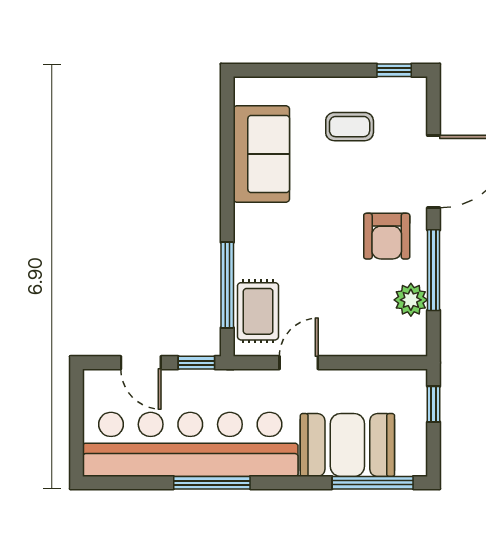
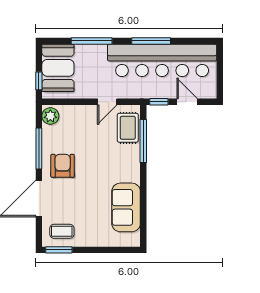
window: (394, 70) -> (59, 250), width x1.50
coffee table: (350, 127) -> (62, 231), moved
plant: (411, 300) -> (50, 116), moved
booth: (347, 445) -> (58, 68), moved, turned 90
window: (373, 483) -> (92, 41), moved

